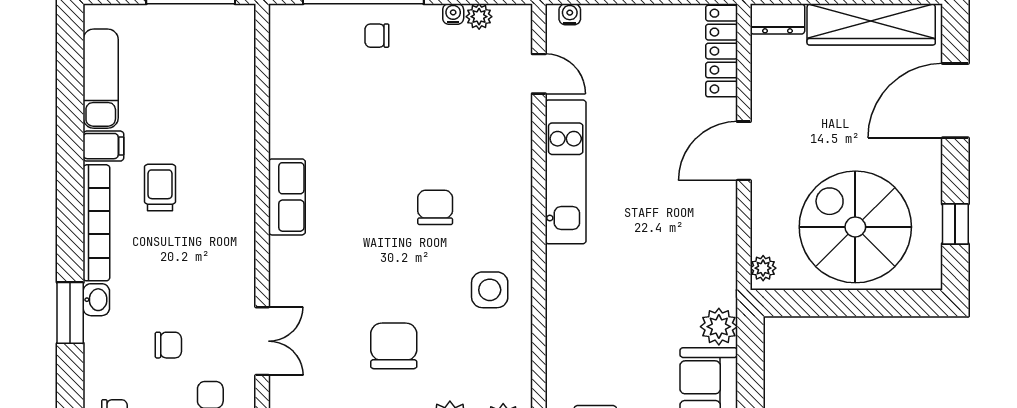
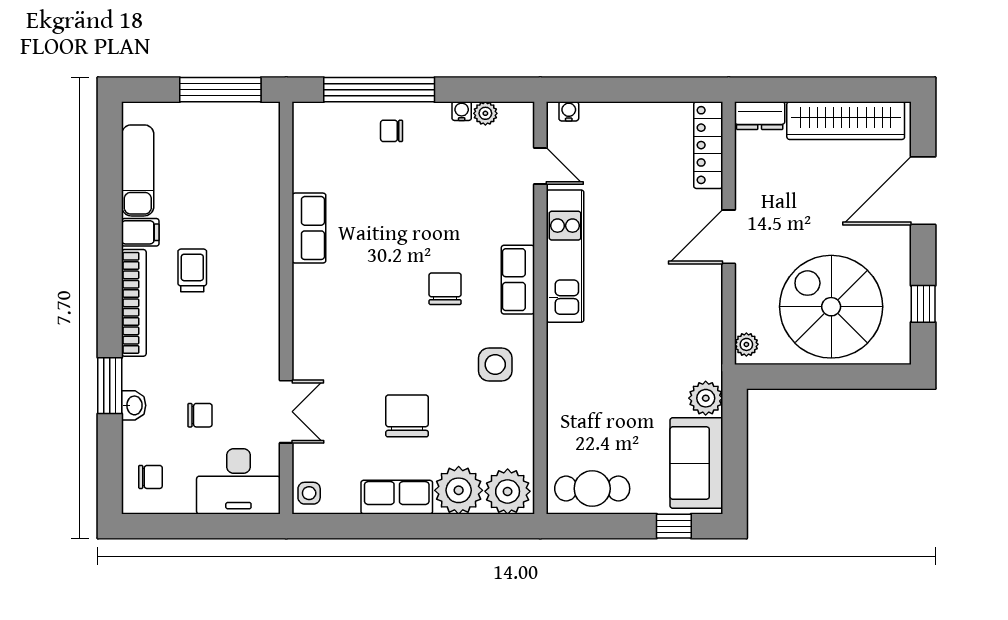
row of seats: (287, 197) -> (309, 228), moved
row of seats: (514, 197) -> (518, 280), added
washbasin: (96, 300) -> (134, 405), moved

